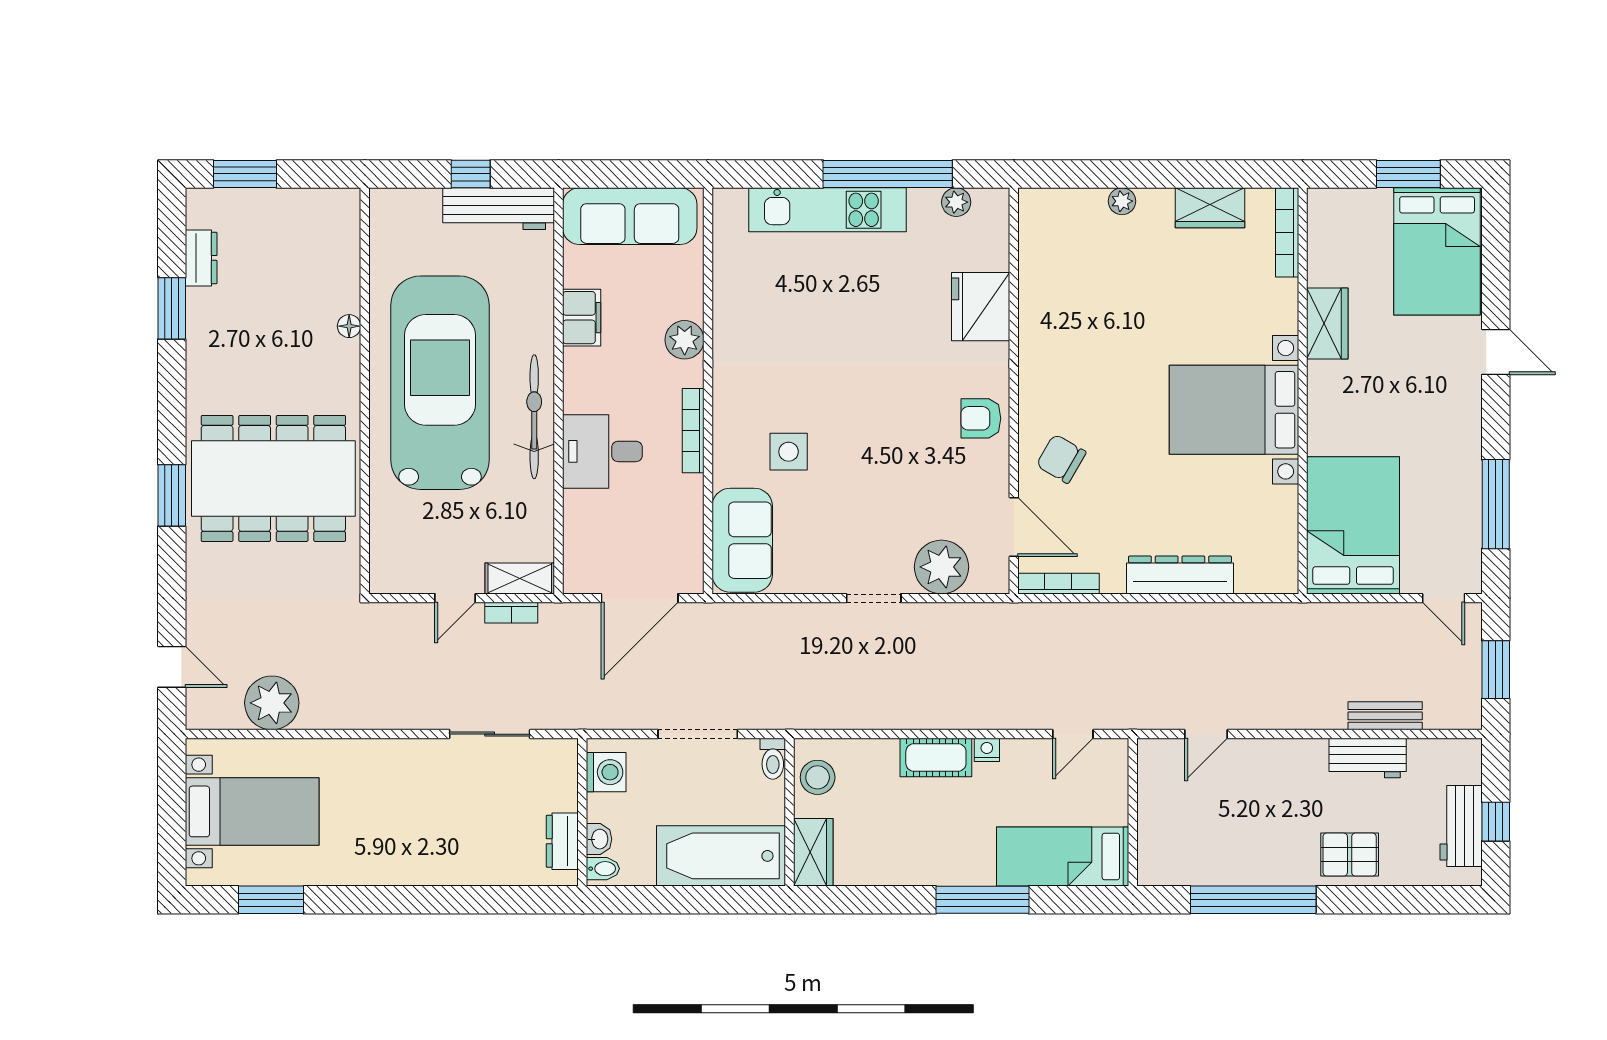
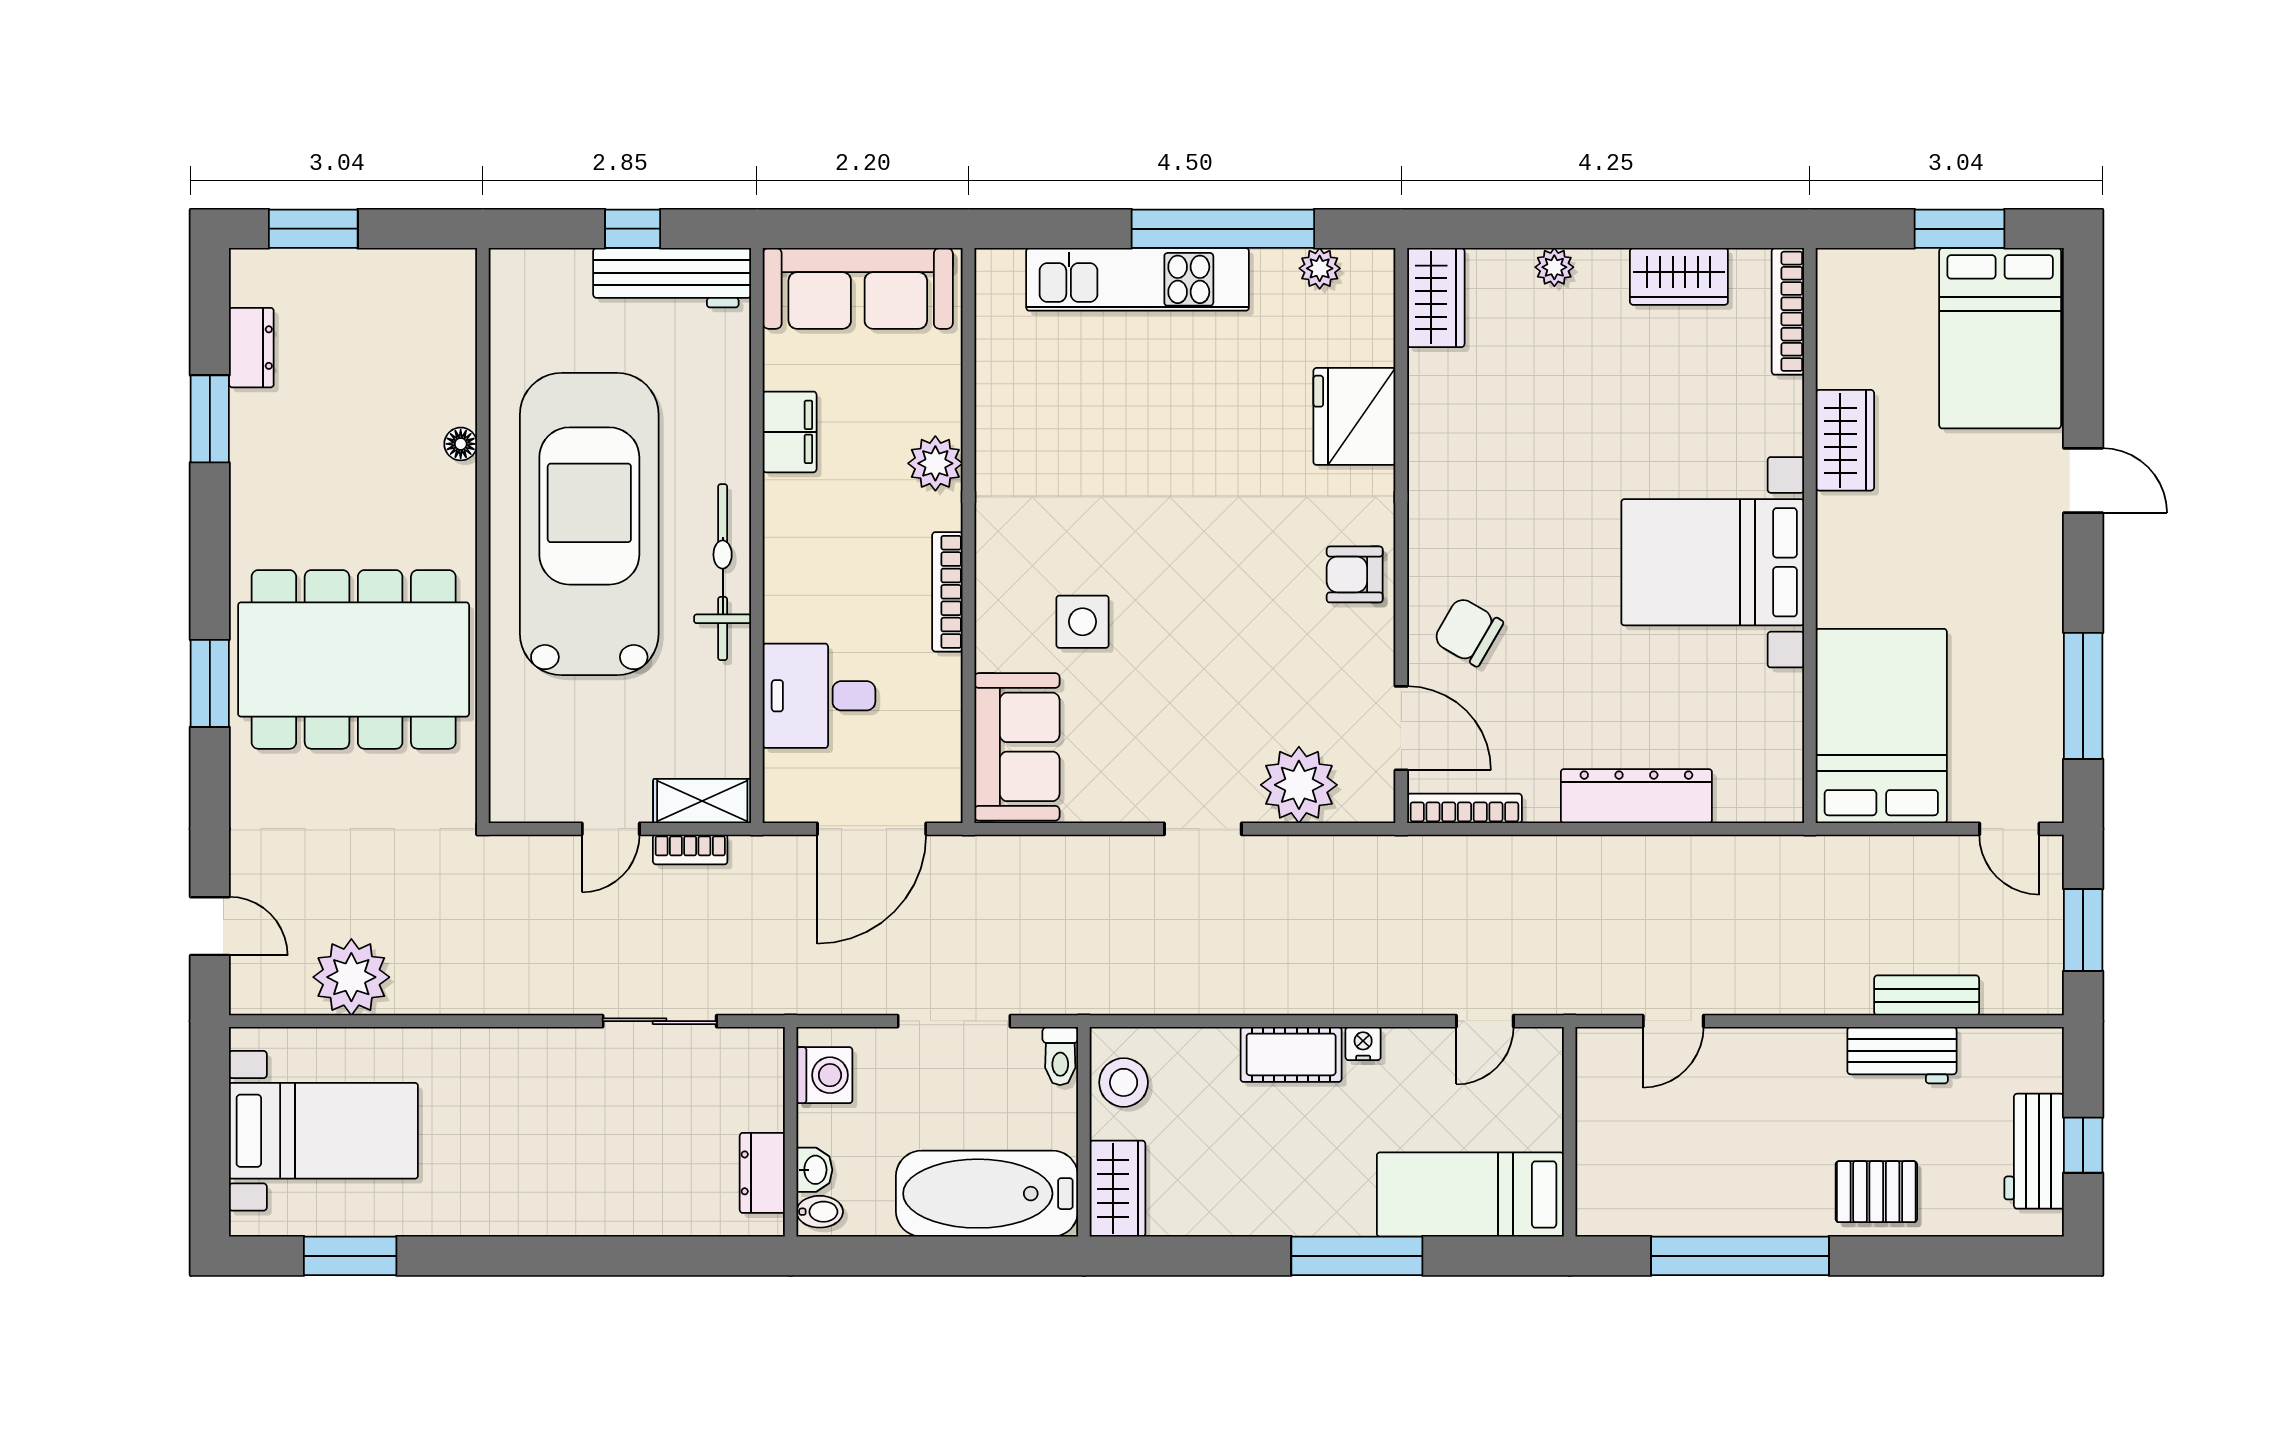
wardrobe: (1038, 223) -> (1436, 298), added
desk: (602, 451) -> (819, 696), moved

